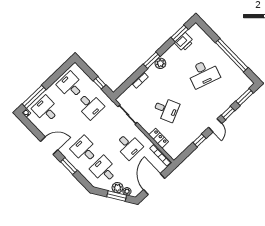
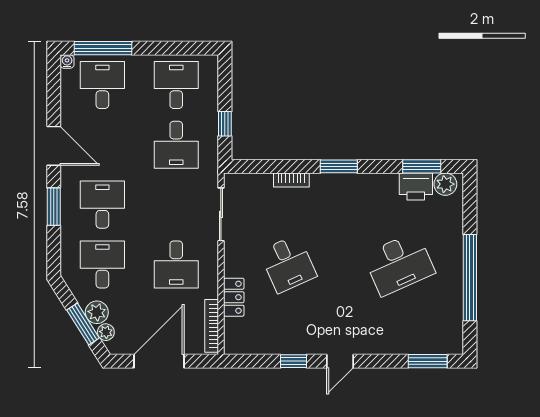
plant: (160, 63) -> (445, 184), moved
desk: (203, 73) -> (399, 264), turned -42
window: (228, 113) -> (378, 361), removed

